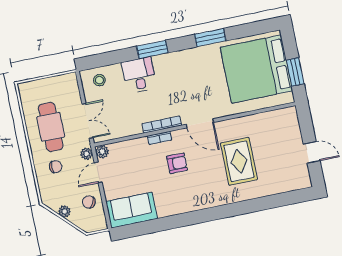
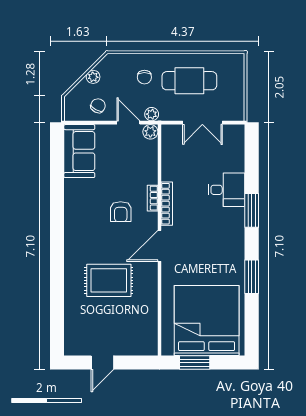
stool: (99, 80) -> (230, 145), removed
double door: (88, 121) -> (202, 123), moved

